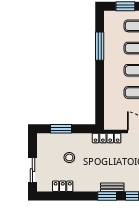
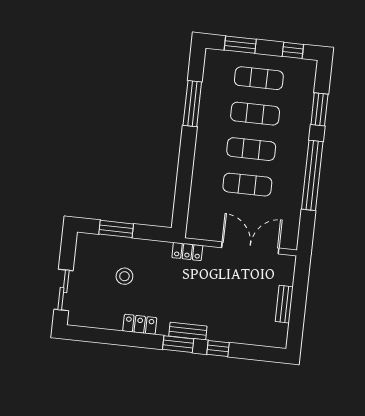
locker: (107, 138) -> (187, 252), width x0.66
locker: (63, 186) -> (140, 324), moved

